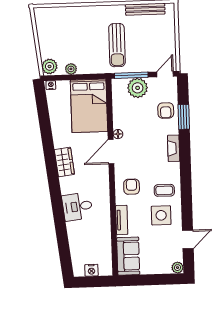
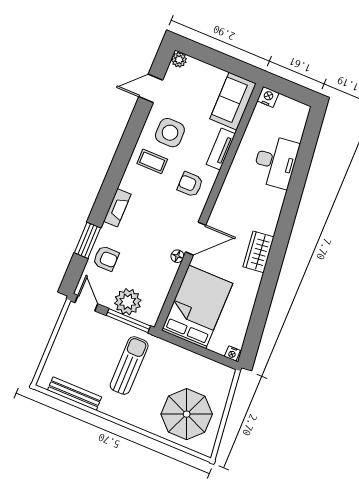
parasol: (63, 30) -> (187, 414), added
plant: (50, 66) -> (223, 377), removed
plant: (71, 69) -> (199, 362), removed
door: (165, 74) -> (86, 303), swing flipped
armchair: (166, 110) -> (106, 258), turned 90
armchair: (132, 187) -> (190, 184), turned 90
desk: (77, 207) -> (276, 162), moved, width x1.37
nightstand: (91, 270) -> (268, 97), moved

